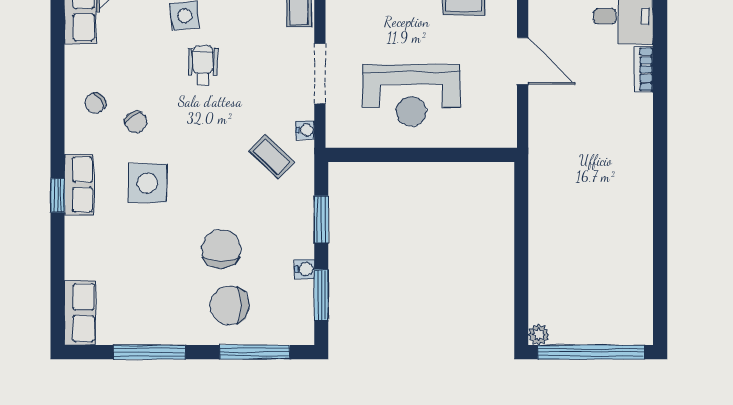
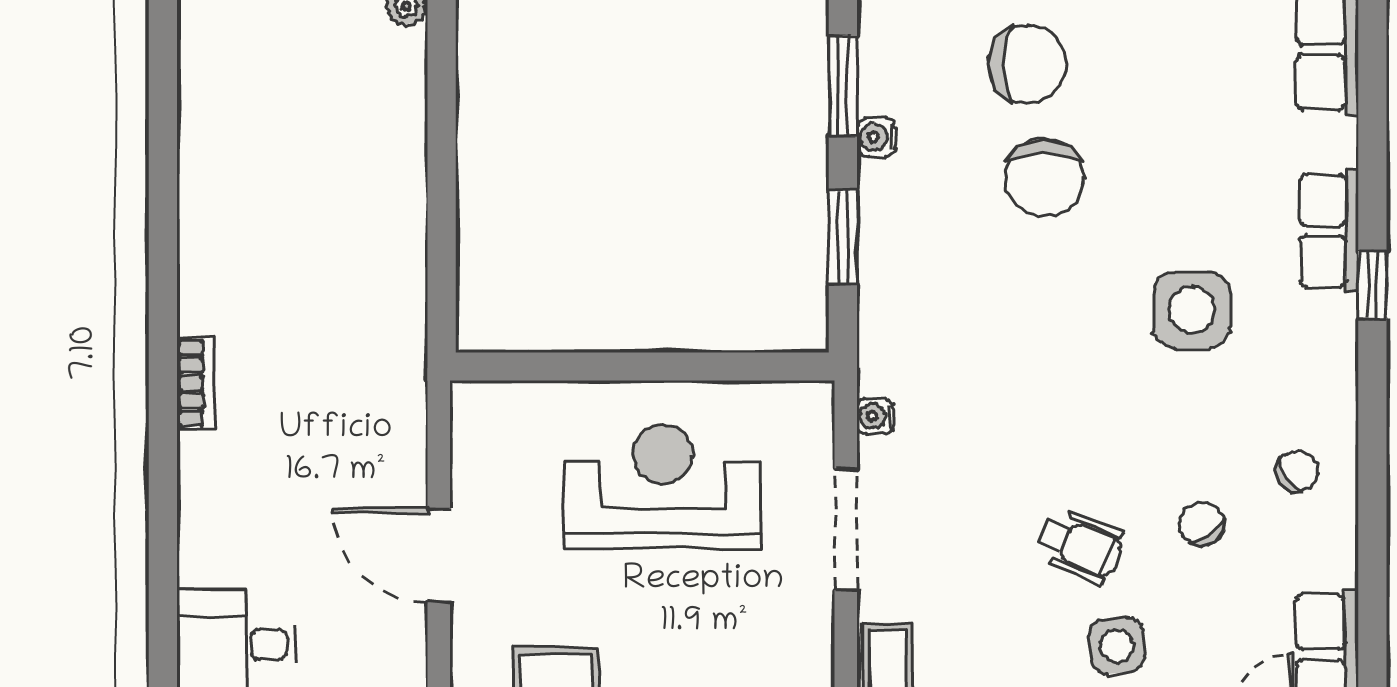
wheelchair: (203, 65) -> (1080, 546), turned -68
bookcase: (644, 69) -> (195, 383), moved
chair: (136, 122) -> (1202, 524), moved
coffee table: (272, 157) -> (942, 363), removed
row of seats: (79, 185) -> (1329, 231), moved

